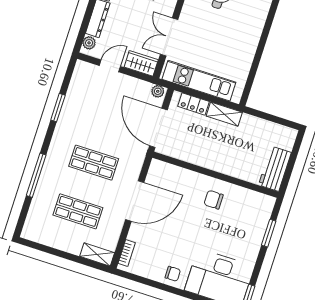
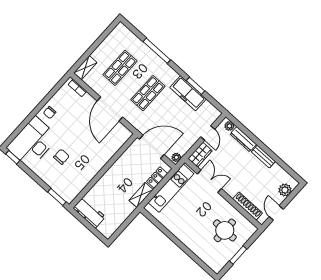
freezer: (71, 113) -> (188, 93), added
chair: (214, 200) -> (61, 157), moved
window: (269, 233) -> (57, 197), moved

